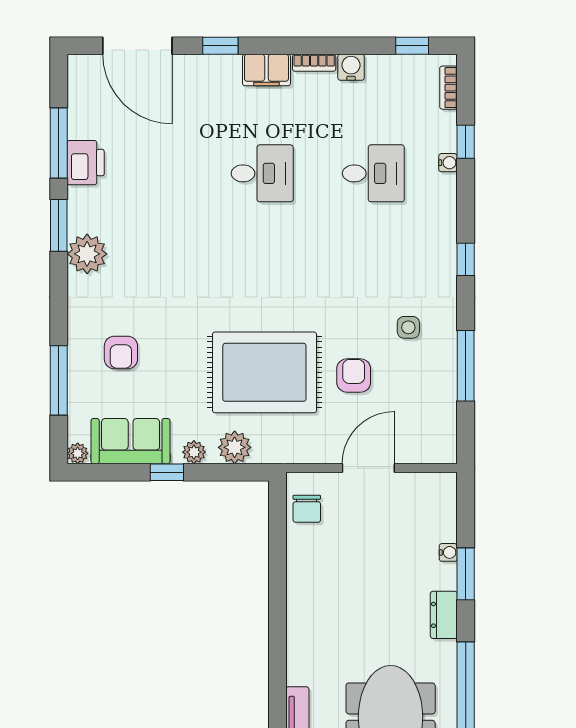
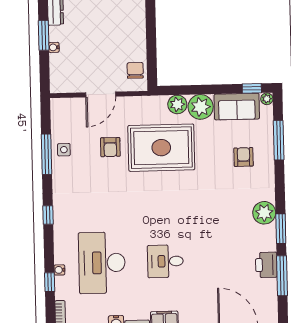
desk: (373, 173) -> (102, 263), width x1.87, depth x1.30
side table: (408, 327) -> (64, 150), moved
plant: (194, 452) -> (201, 107), width x1.87, depth x1.87
window: (167, 472) -> (252, 88), moved

